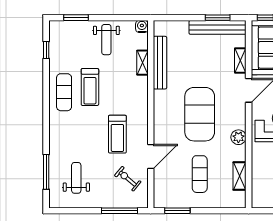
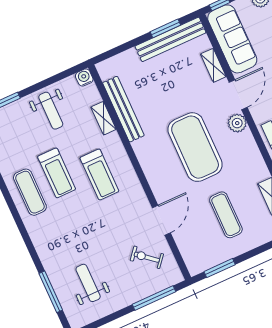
treadmill: (117, 134) -> (99, 174), moved
plant: (238, 137) -> (237, 123), moved

